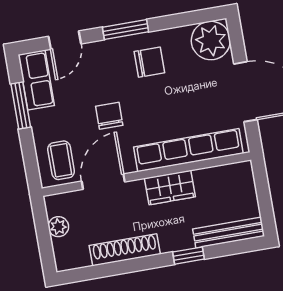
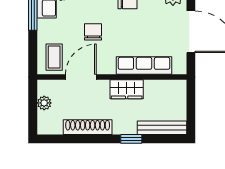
row of seats: (188, 150) -> (144, 65), width x0.73

